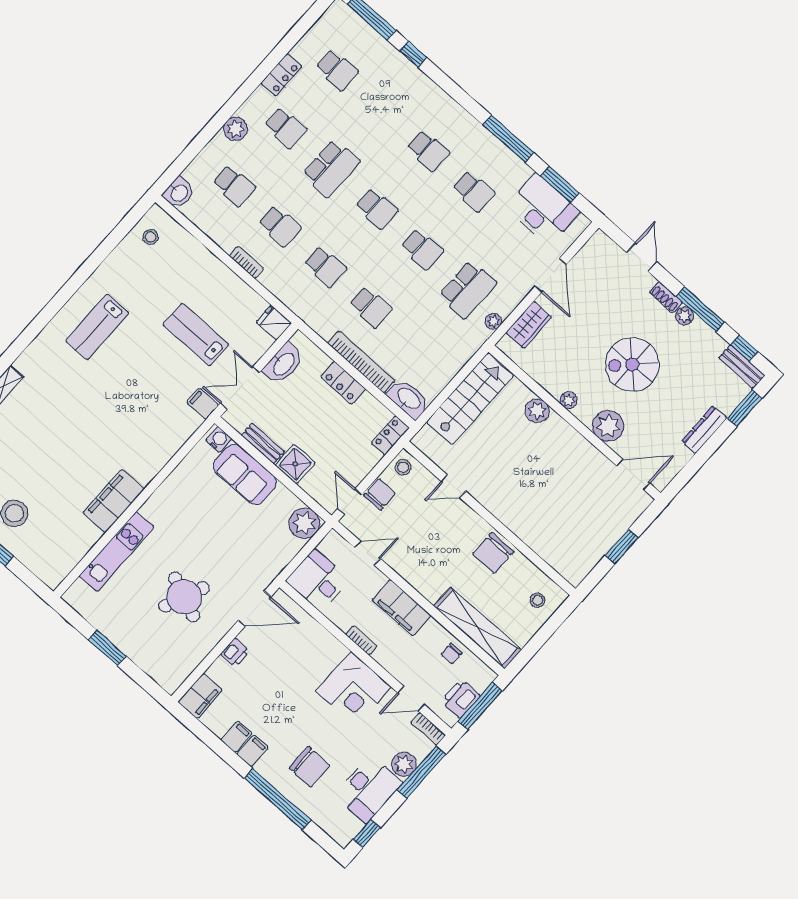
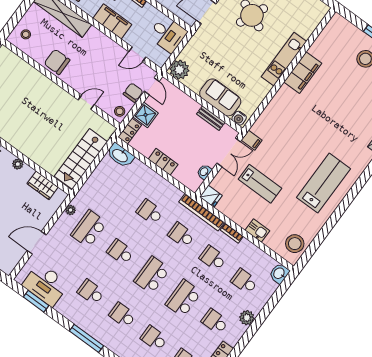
school desk: (382, 110) -> (154, 338), added
window: (508, 139) -> (86, 338), moved
school desk: (377, 209) -> (152, 275), width x1.85
stool: (151, 237) -> (295, 244), width x1.89, depth x1.89
kitchen sink: (207, 263) -> (257, 230), added
door: (551, 275) -> (37, 243), hinge flipped
wardrobe: (529, 325) -> (43, 185), moved, turned -90
lab bench: (97, 327) -> (324, 183), width x1.36, depth x1.39
bookcase: (361, 362) -> (202, 212), moved
washbasin: (283, 364) -> (204, 172), width x0.52, depth x0.69
plant: (537, 411) -> (37, 155), removed
shower: (295, 464) -> (145, 115), moved
chair: (380, 494) -> (133, 93), turned 180
kitchen unit: (117, 552) -> (284, 59), moved
chair: (493, 553) -> (57, 62), turned -90

